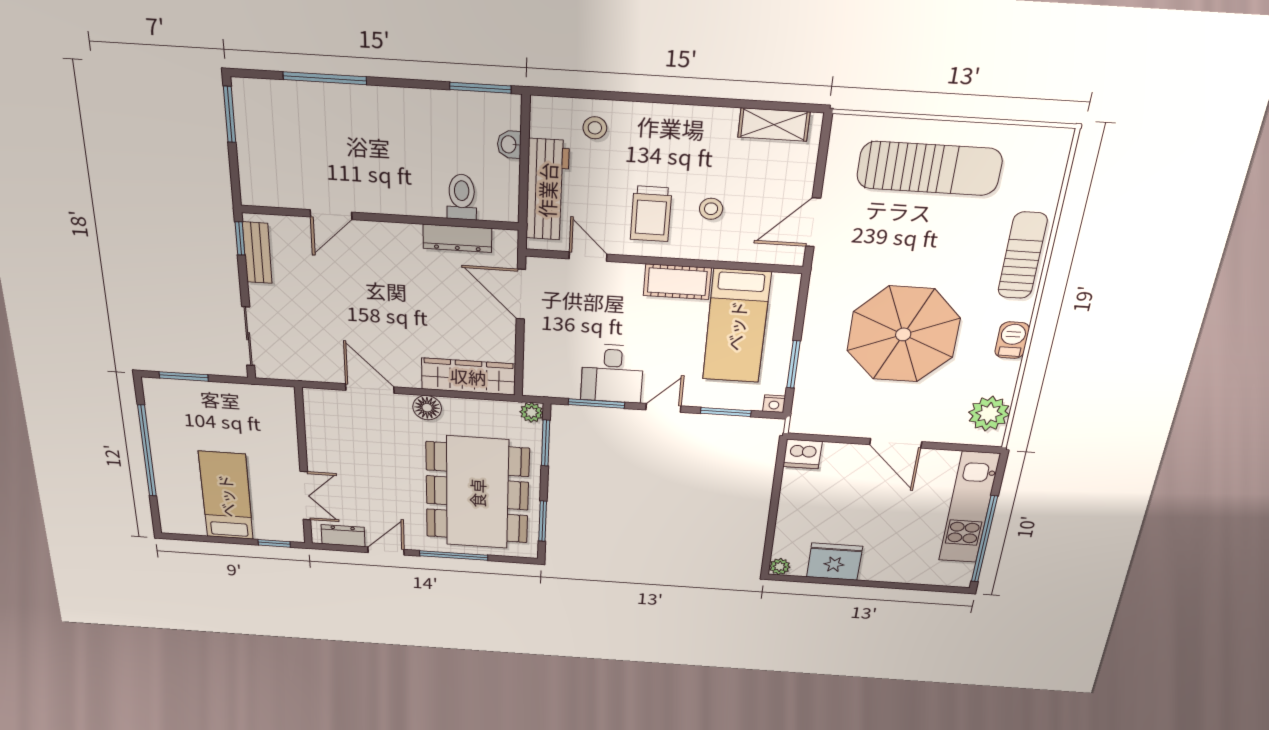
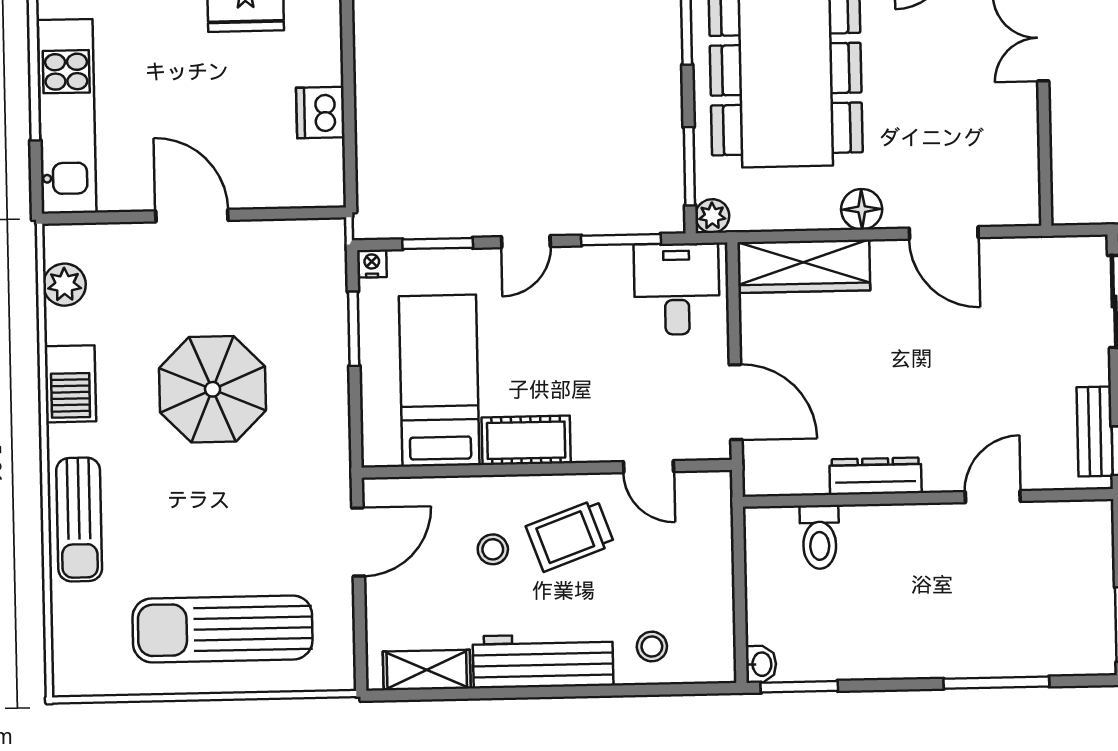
washbasin: (509, 144) -> (761, 664), moved
workbench: (547, 190) -> (543, 661), moved, turned 90
trolley: (651, 214) -> (570, 535), turned -110
dresser: (457, 238) -> (875, 476), moved
parasol: (903, 334) -> (213, 389), width x0.73, depth x0.73
barbecue: (1012, 340) -> (70, 384), width x1.38, depth x1.27
desk: (612, 374) -> (677, 289), moved
plant: (989, 414) -> (65, 285), width x0.73, depth x0.73
dishwasher: (802, 454) -> (320, 113), moved, turned -90

